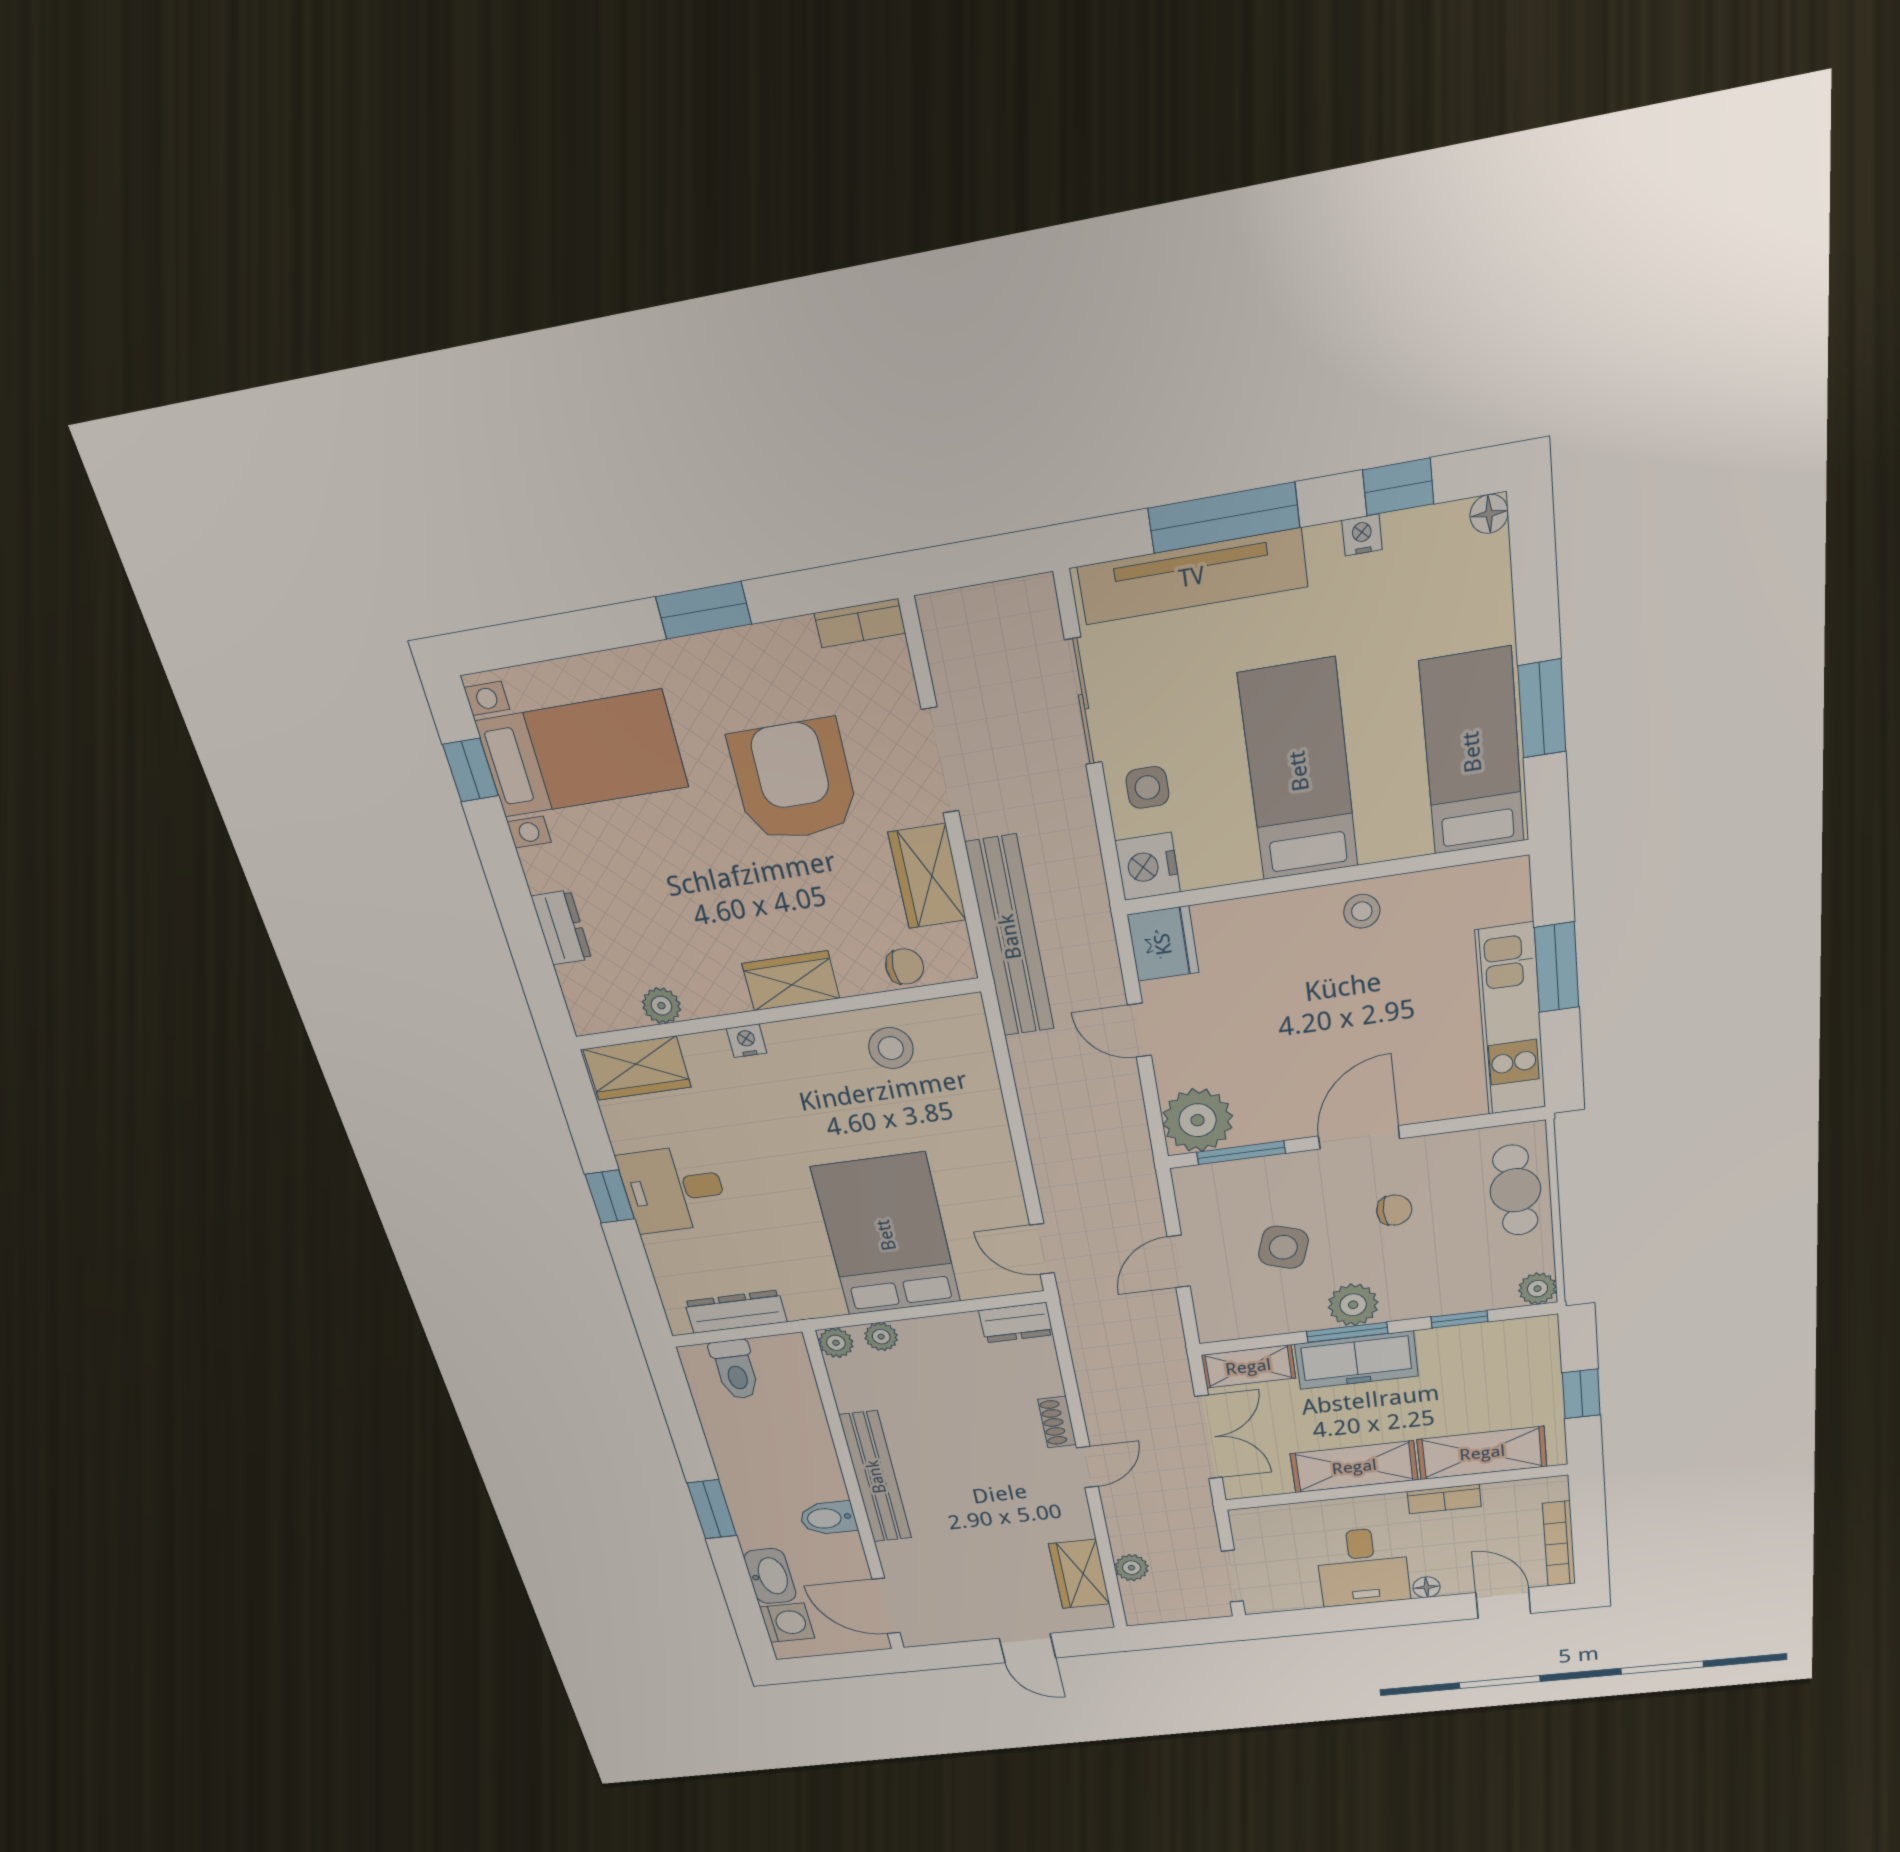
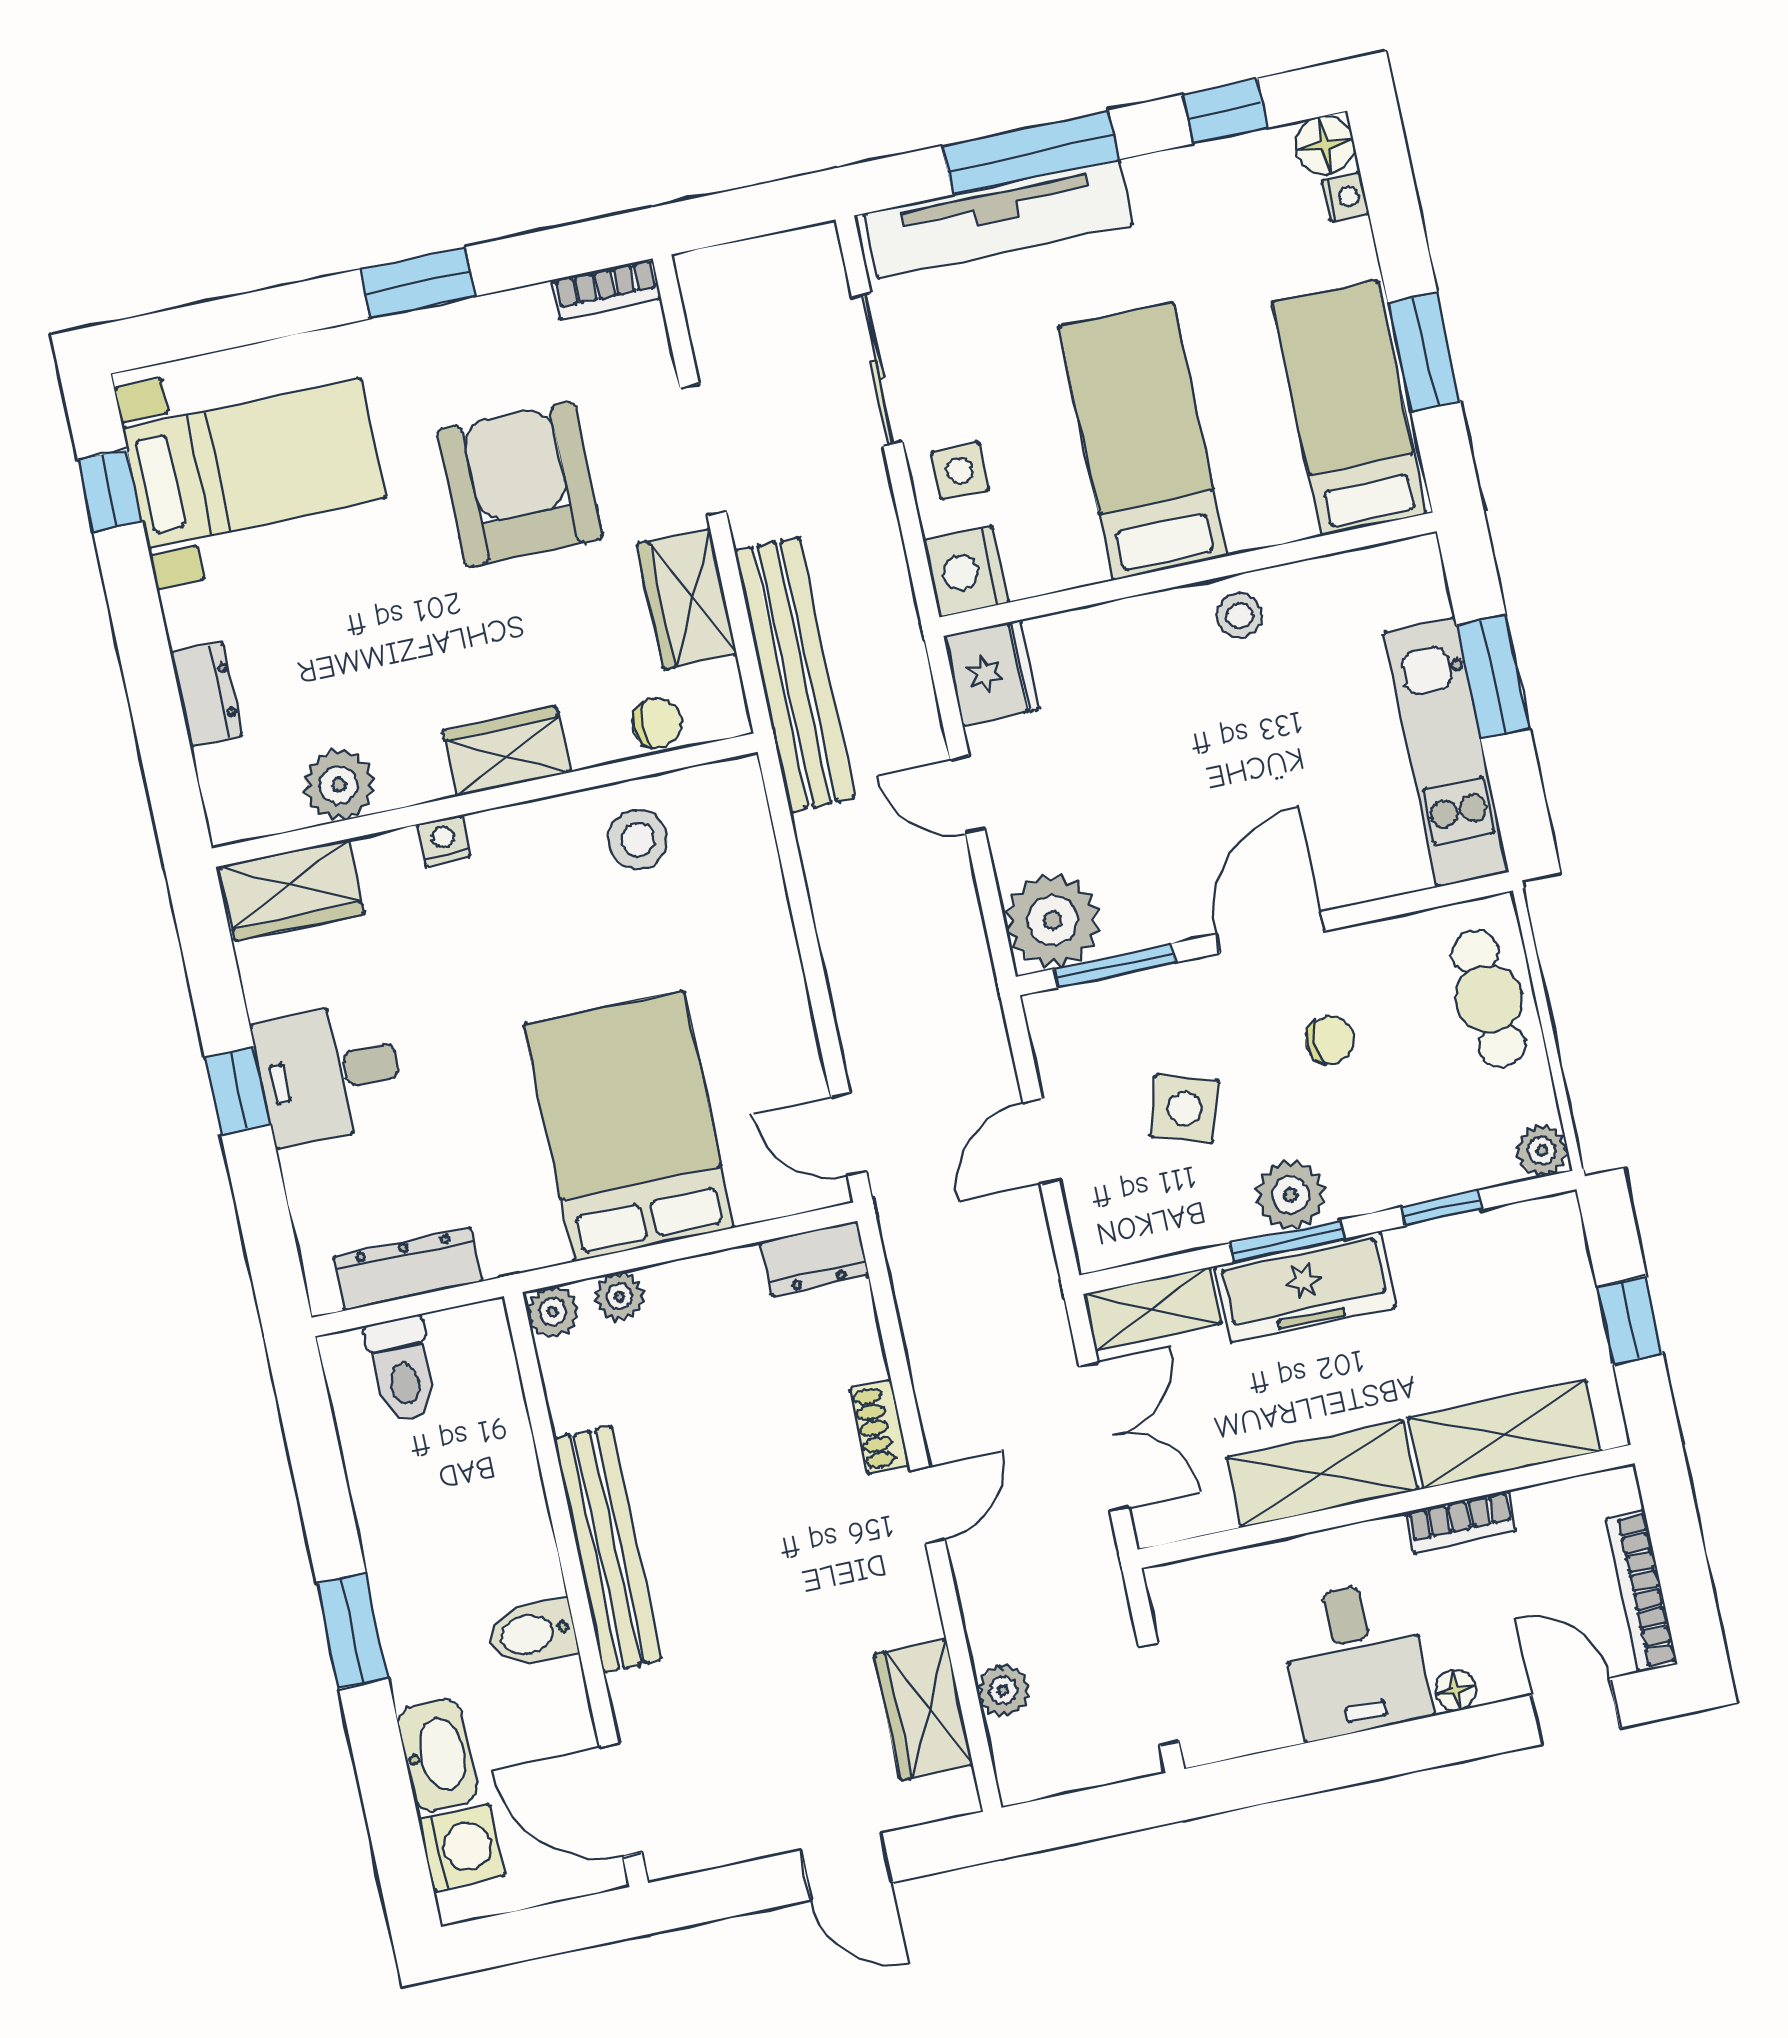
floor lamp: (1489, 514) -> (1325, 145), width x1.37, depth x1.37
nightstand: (1362, 535) -> (1345, 197), moved, turned 90
plant: (661, 1006) -> (339, 785), width x1.38, depth x1.38

